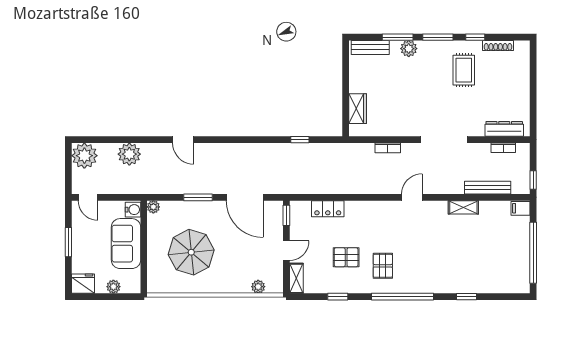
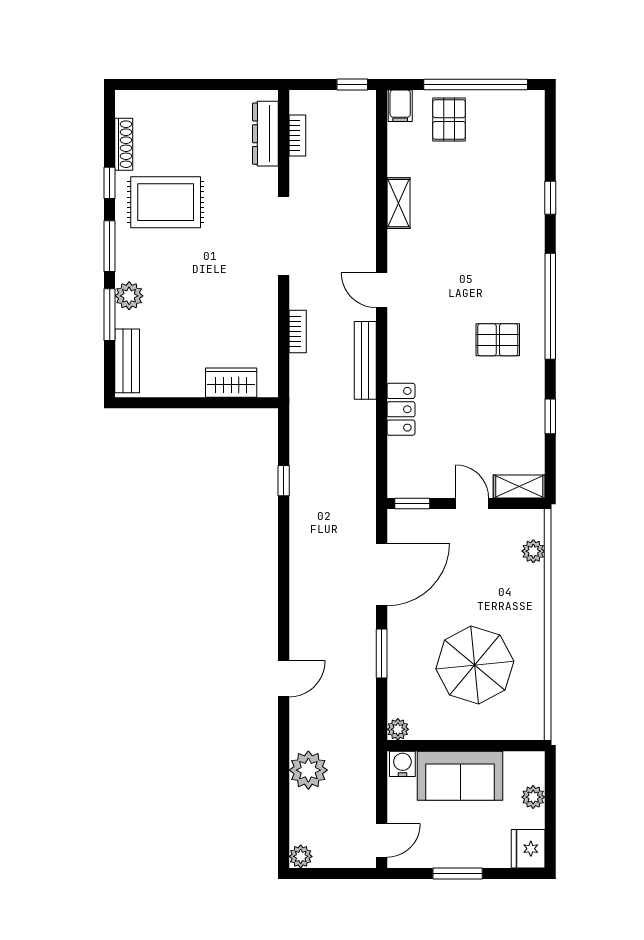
rug: (464, 70) -> (166, 202), width x1.36, depth x1.43
plant: (84, 156) -> (301, 856), width x0.53, depth x0.53
bench: (488, 188) -> (365, 360), moved
locker: (328, 209) -> (401, 409), moved
pallet: (346, 257) -> (449, 120), moved

